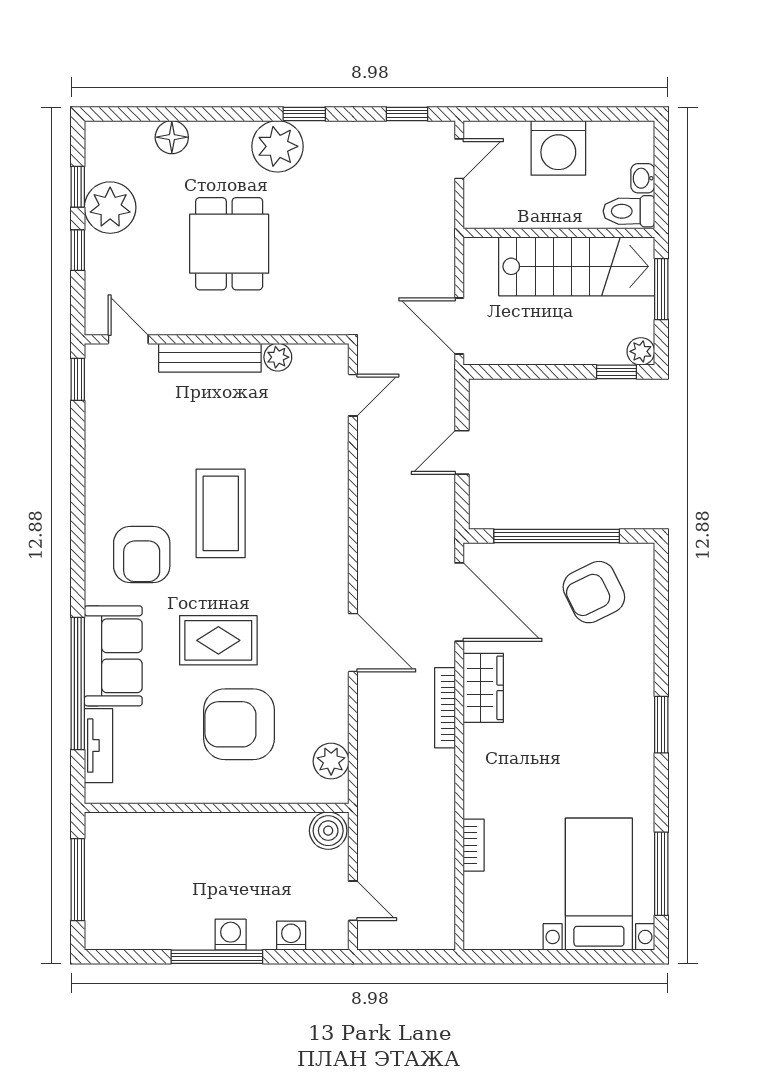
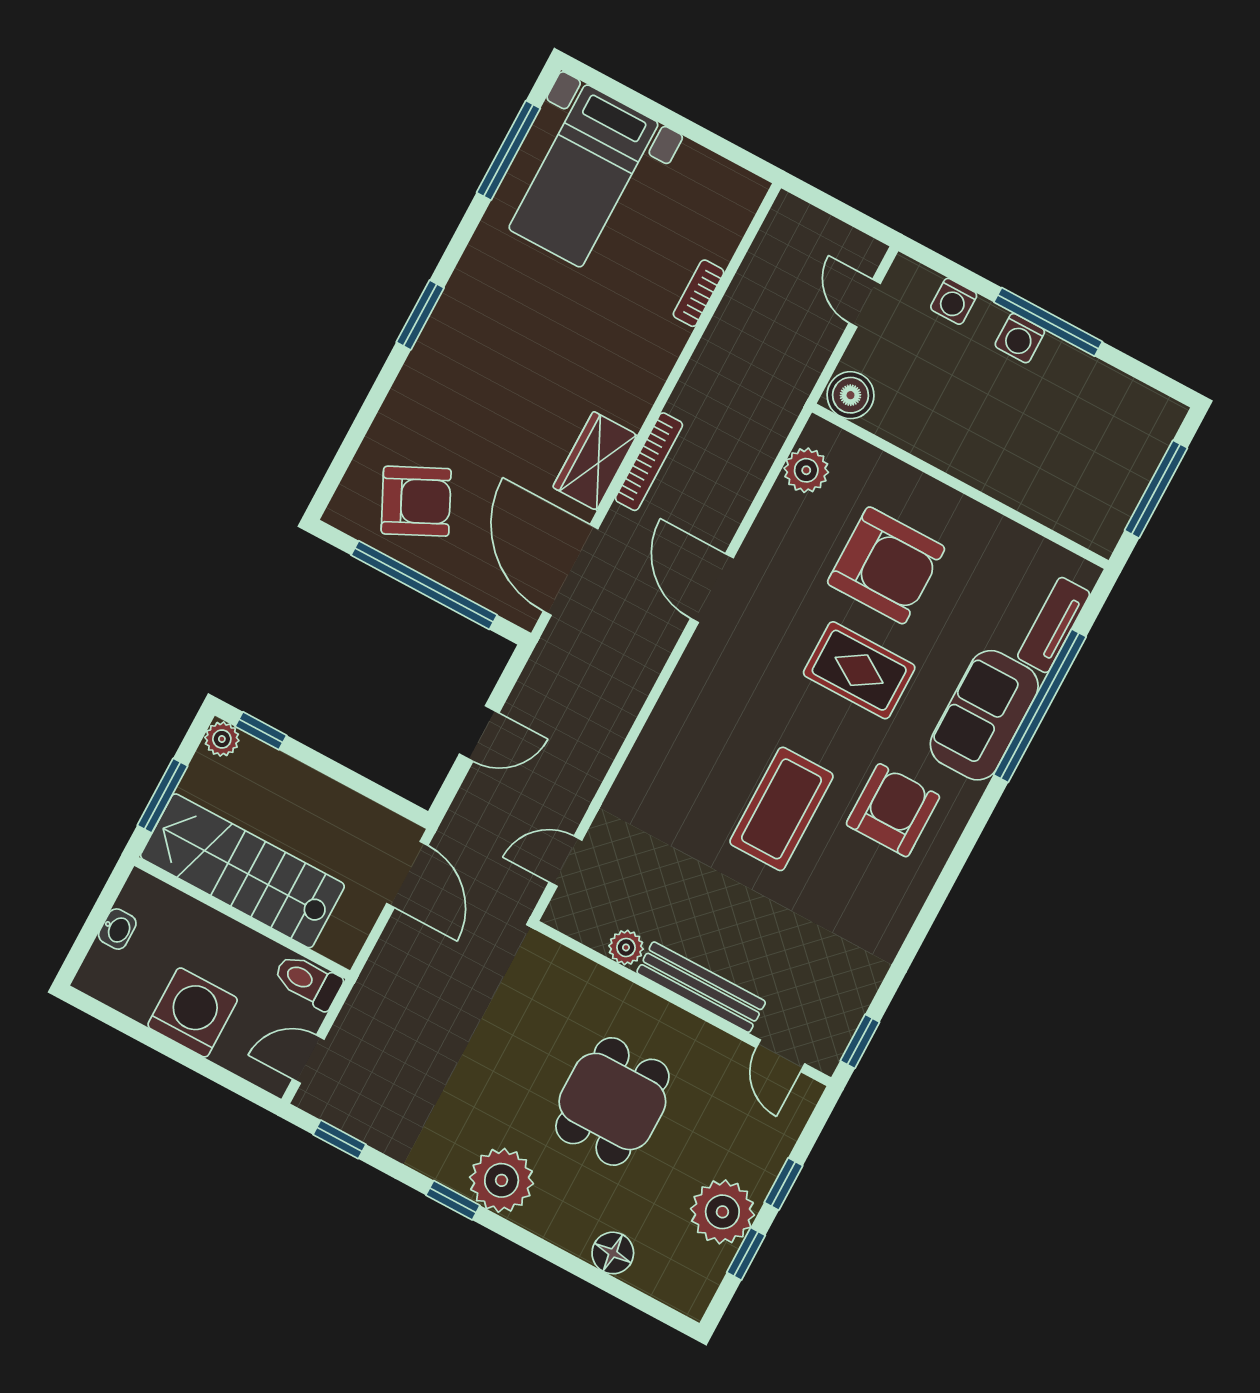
toilet: (629, 211) -> (308, 981), moved, turned 180

